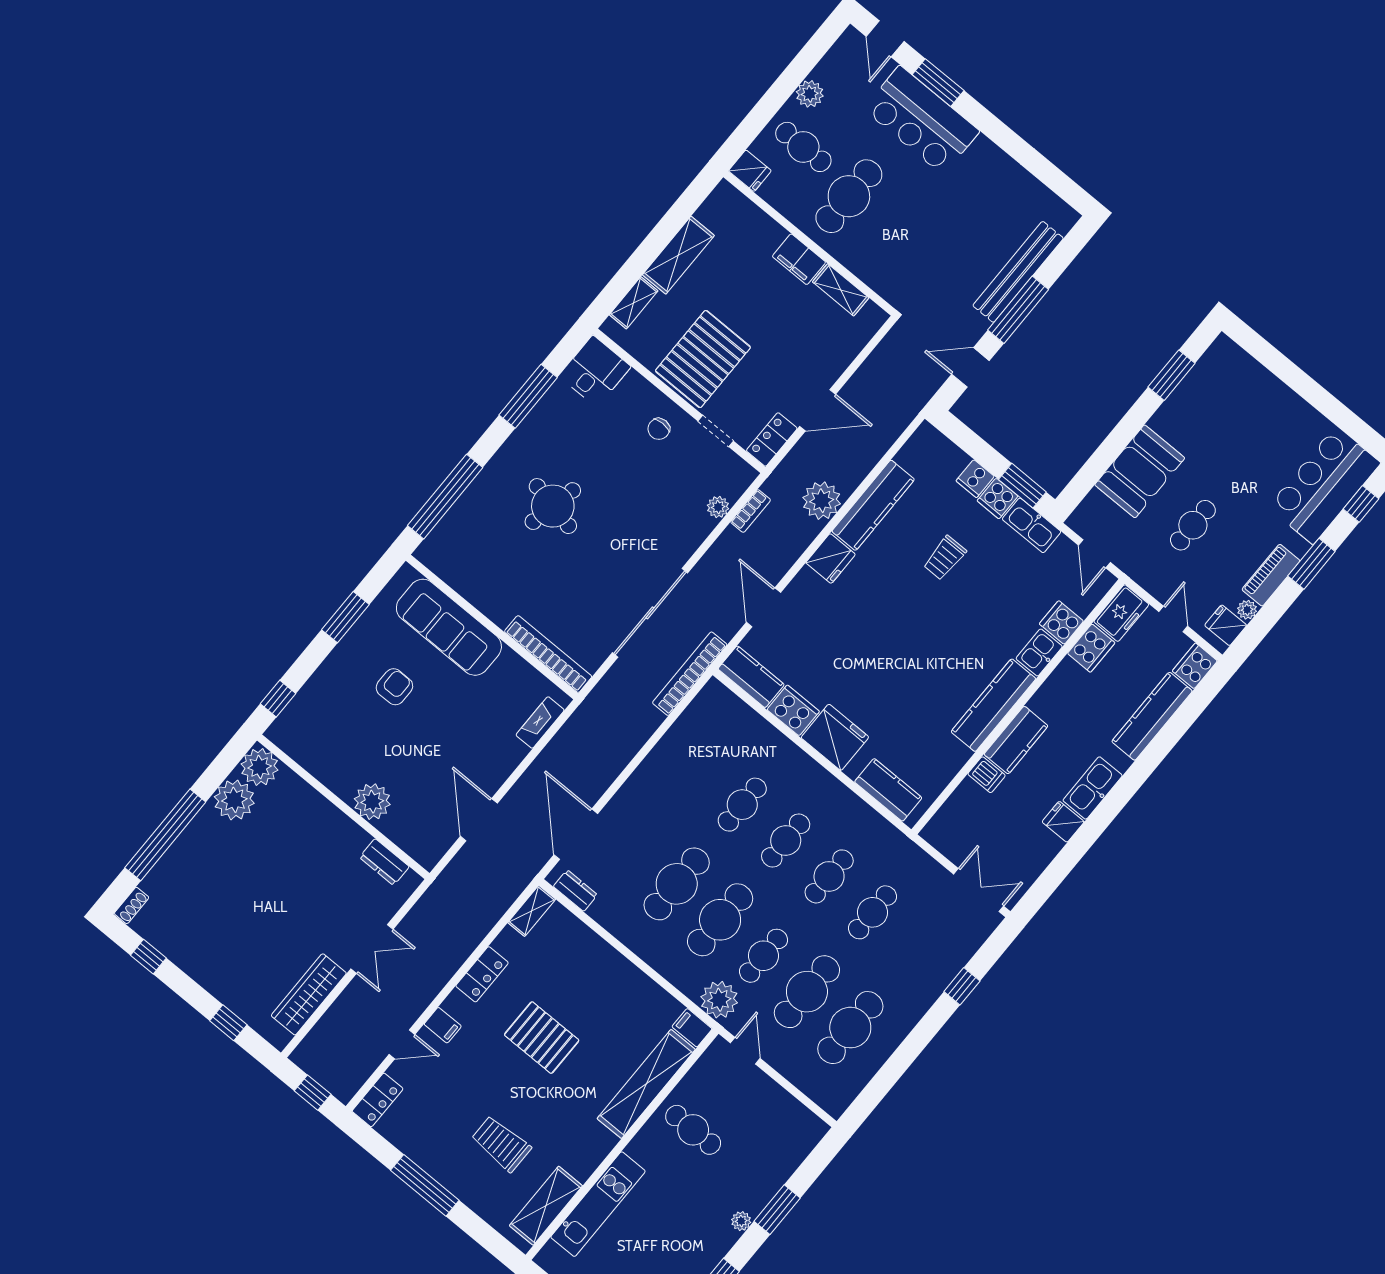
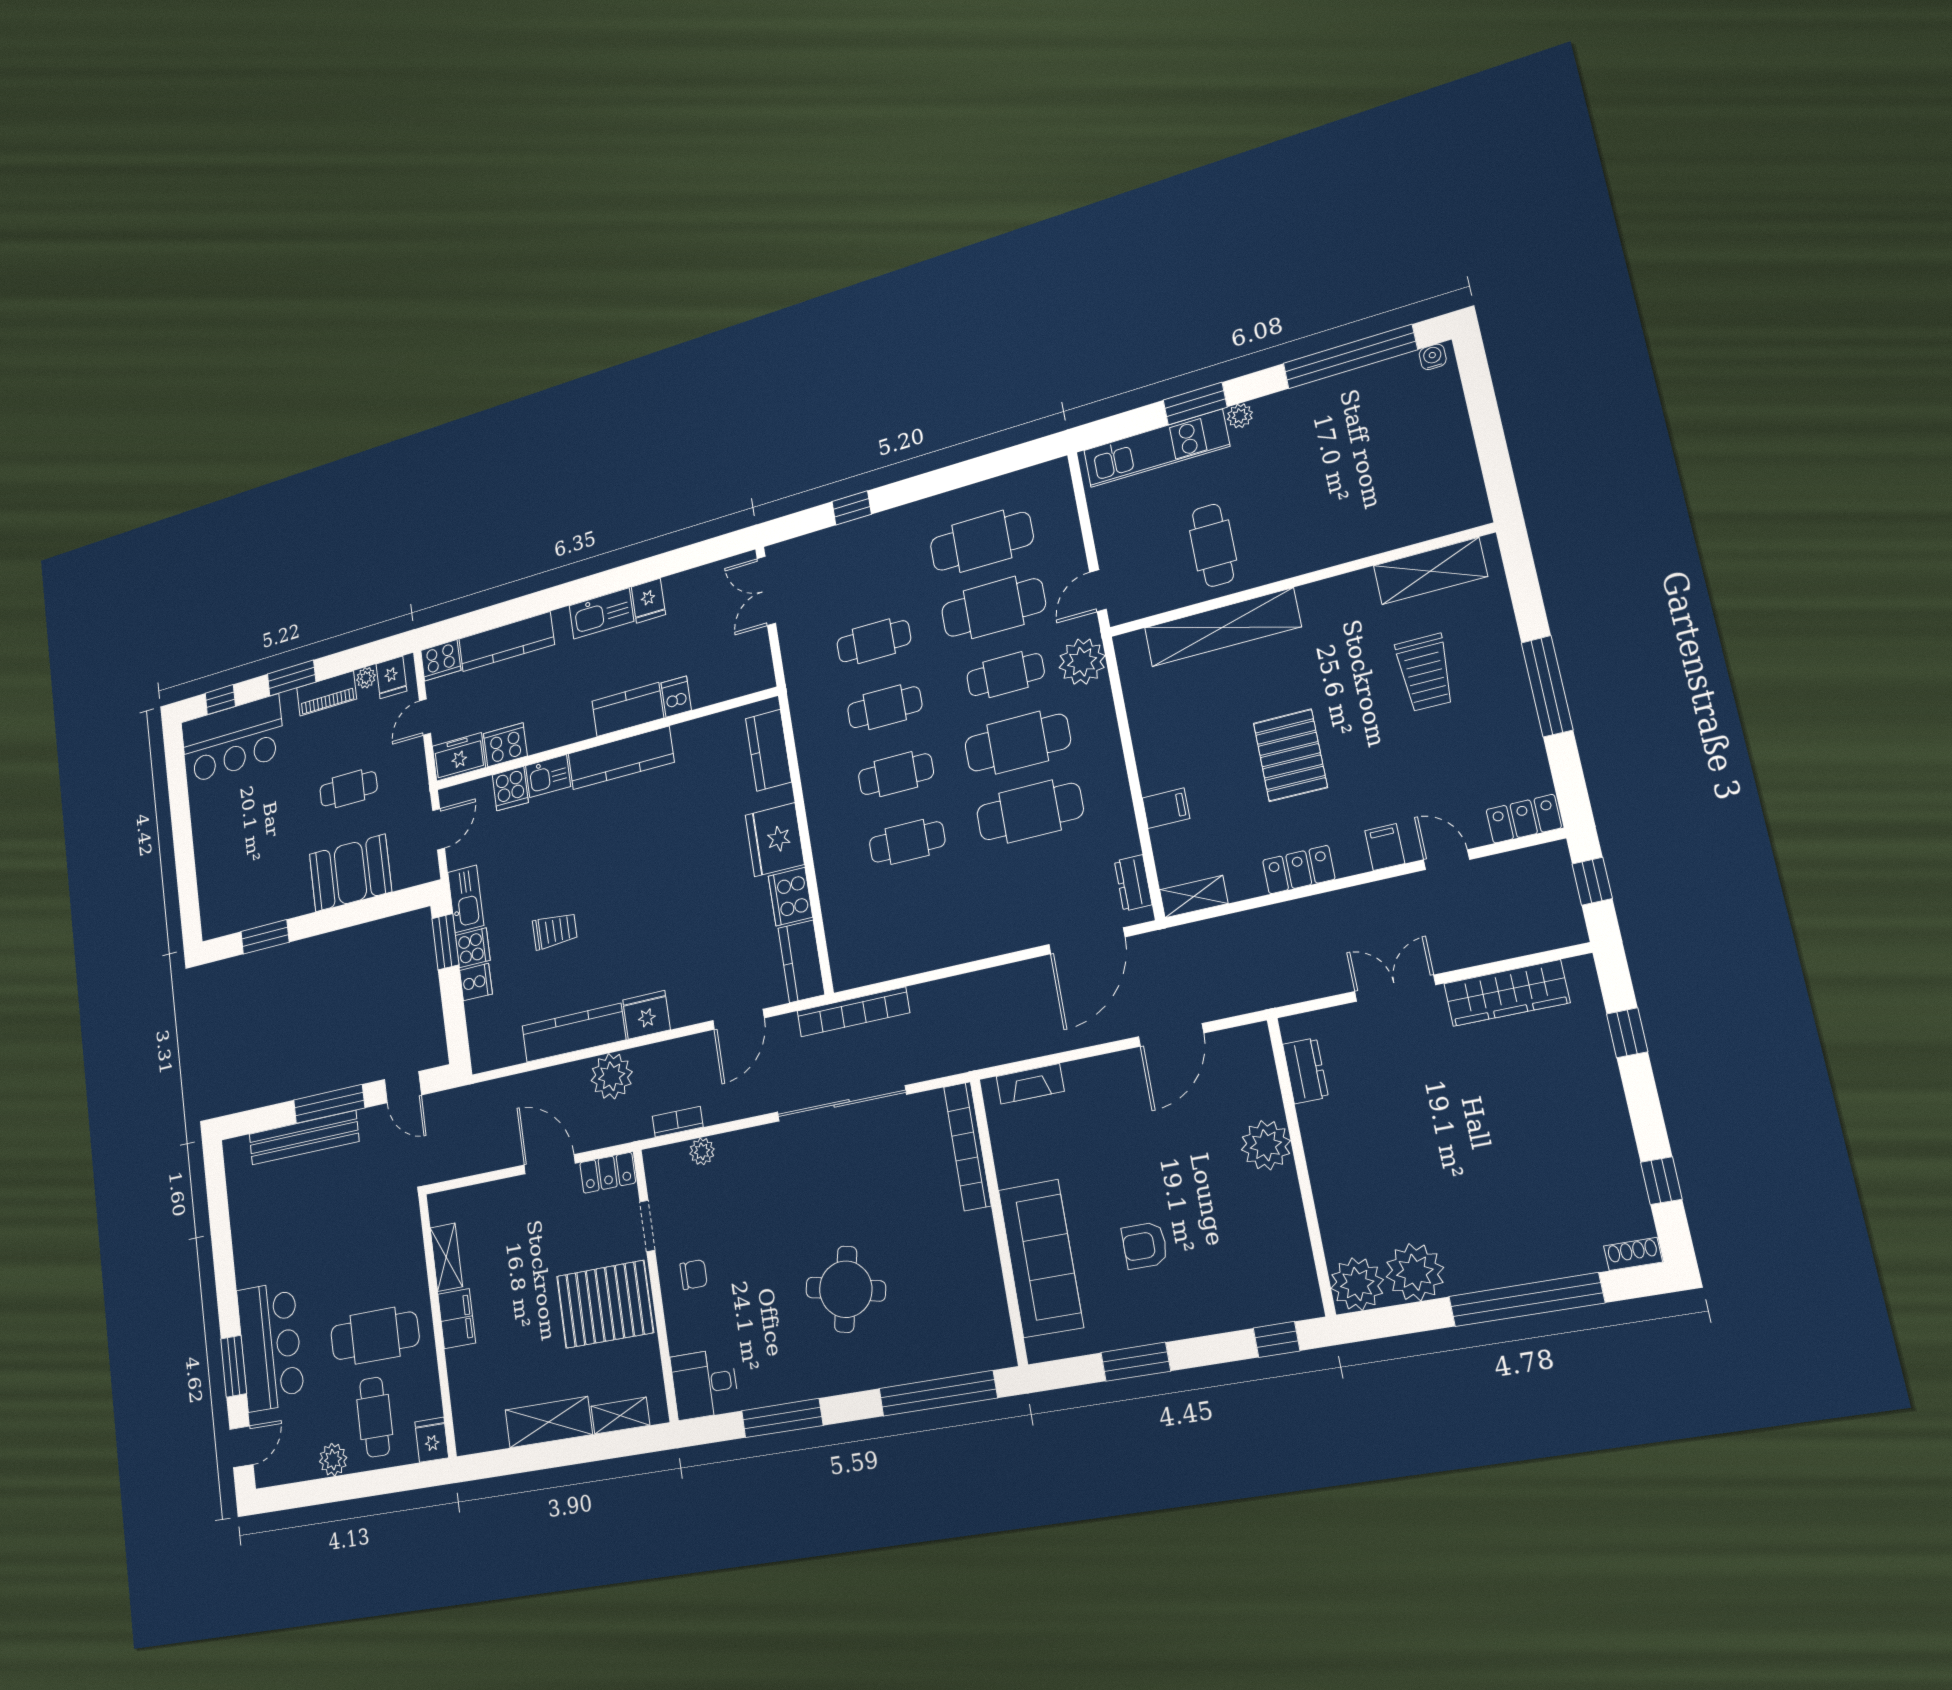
filing cabinet: (692, 1028) -> (1166, 808), moved, turned -90
kitchen unit: (598, 1204) -> (1156, 448), moved, turned 180

